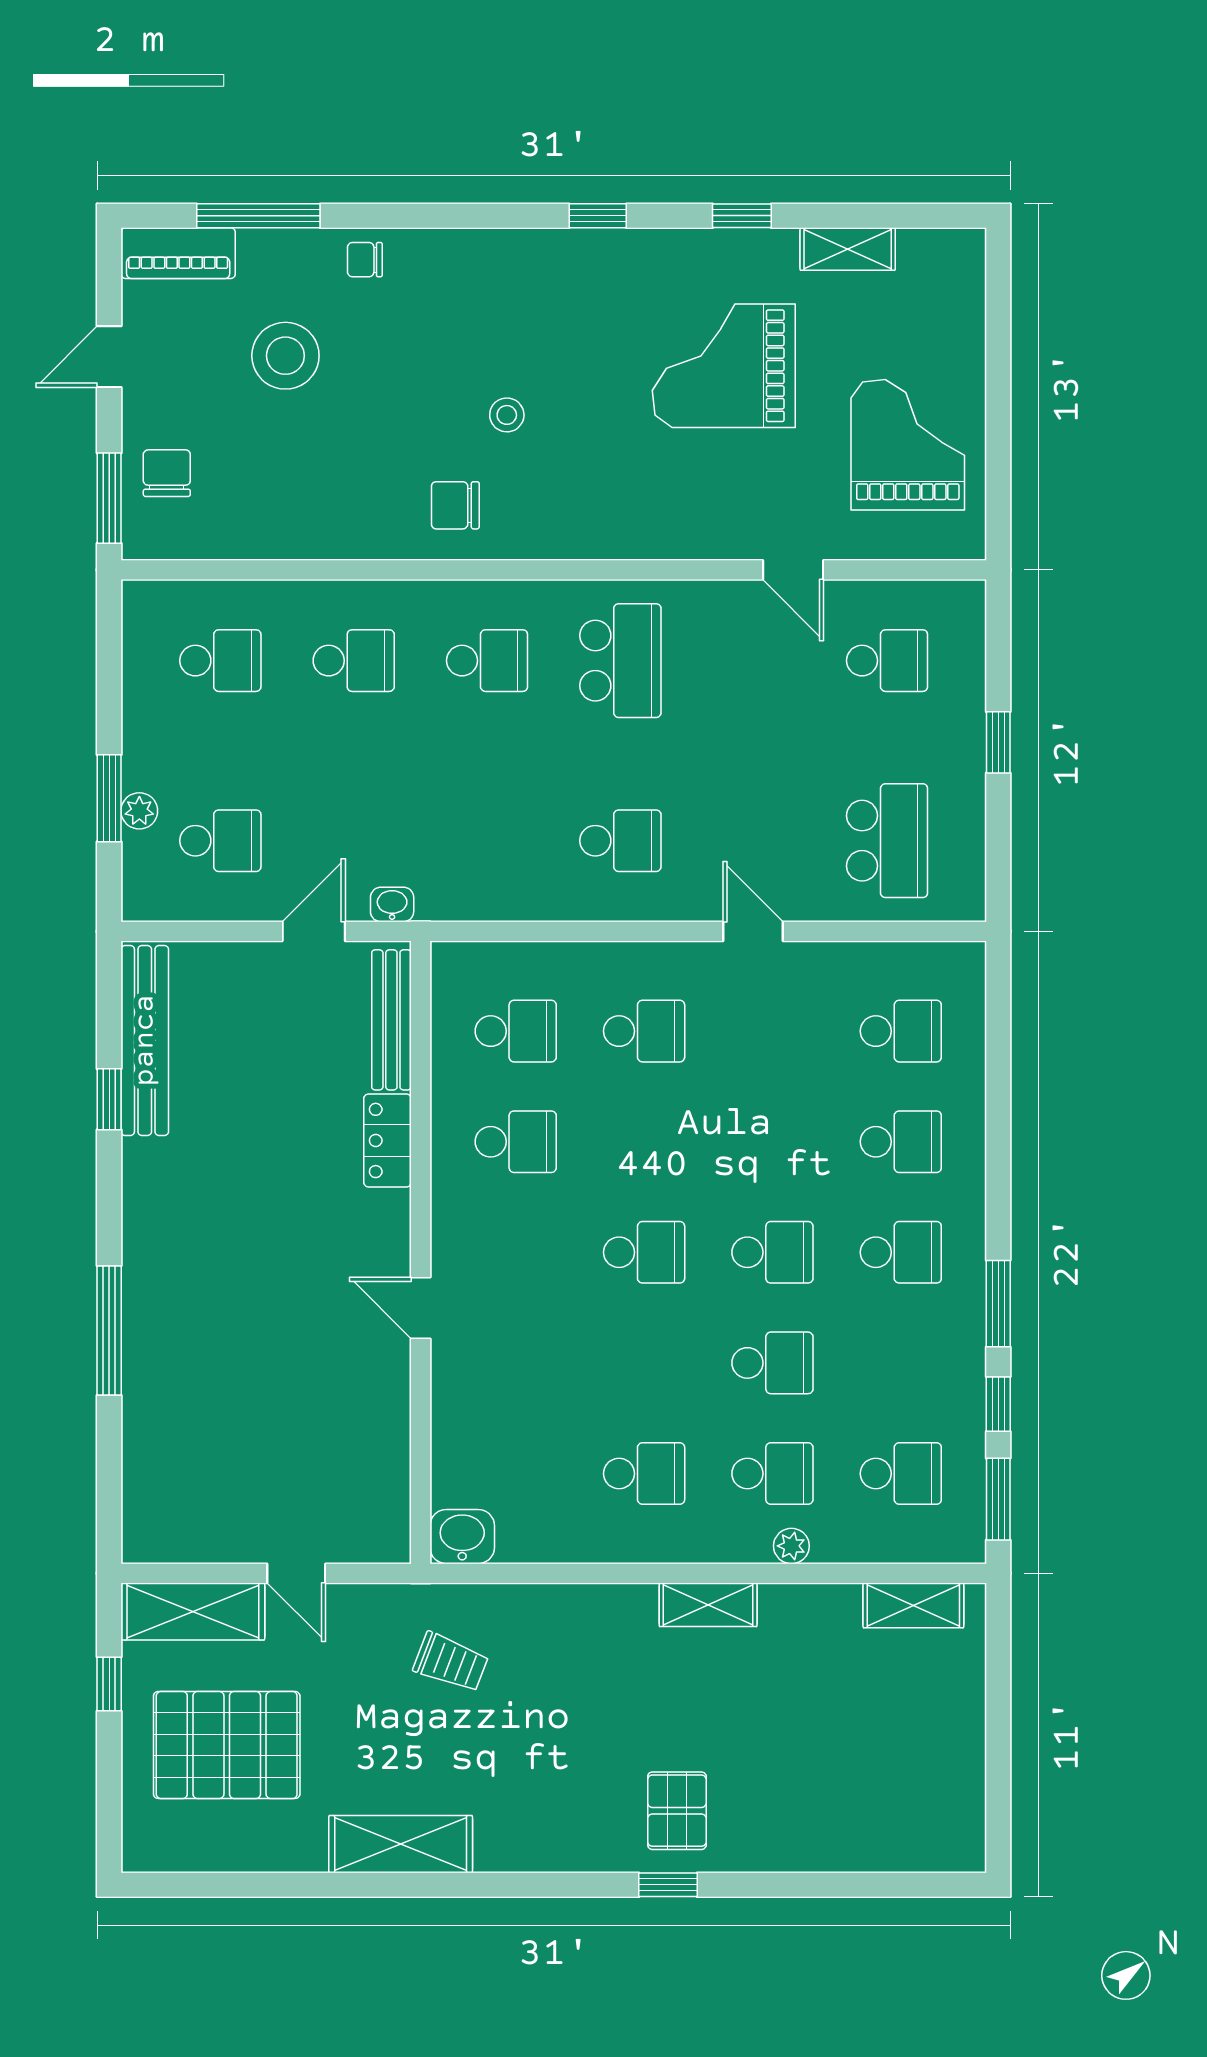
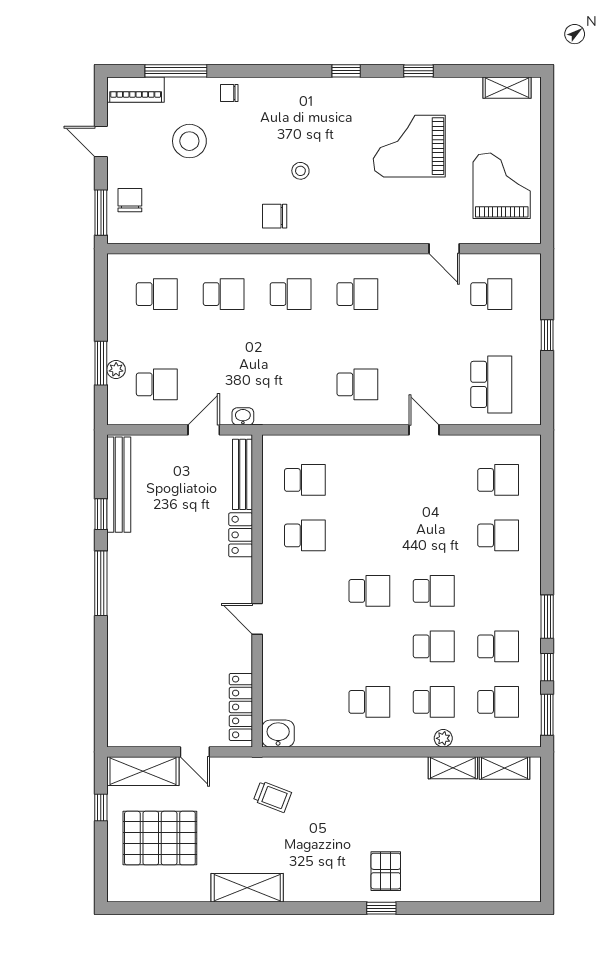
shelving: (848, 249) -> (507, 88), moved
door: (109, 357) -> (101, 142), hinge flipped
school desk: (620, 661) -> (357, 294), width x0.54
school desk: (644, 1031) -> (369, 480), removed
school desk: (901, 1252) -> (498, 646), moved
window: (109, 1330) -> (101, 583), moved
locker: (388, 1484) -> (241, 707), added
shelving: (708, 1605) -> (453, 768), moved

